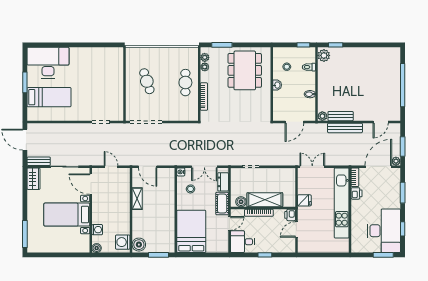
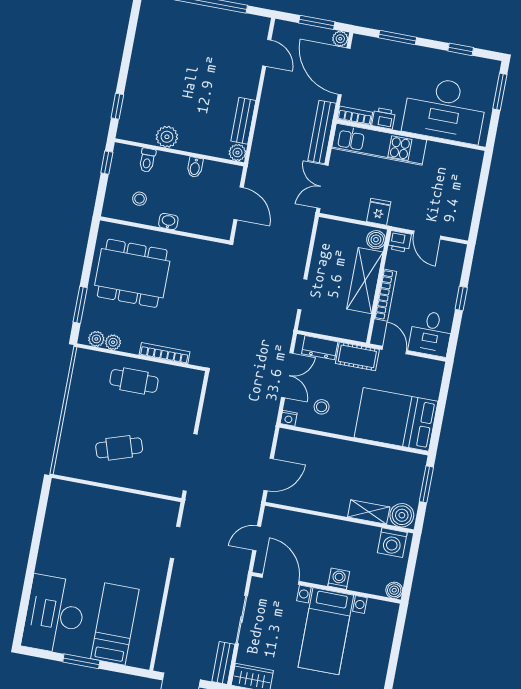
plant: (324, 55) -> (167, 137), moved
bench: (345, 128) -> (322, 132), moved
door: (91, 184) -> (281, 579), swing flipped
shelving: (137, 199) -> (369, 512), moved
boiler: (241, 202) -> (376, 240), moved
kitchen unit: (342, 203) -> (379, 144), width x0.73
washing machine: (97, 230) -> (339, 579), moved
desk: (384, 231) -> (445, 110), moved, turned 180

